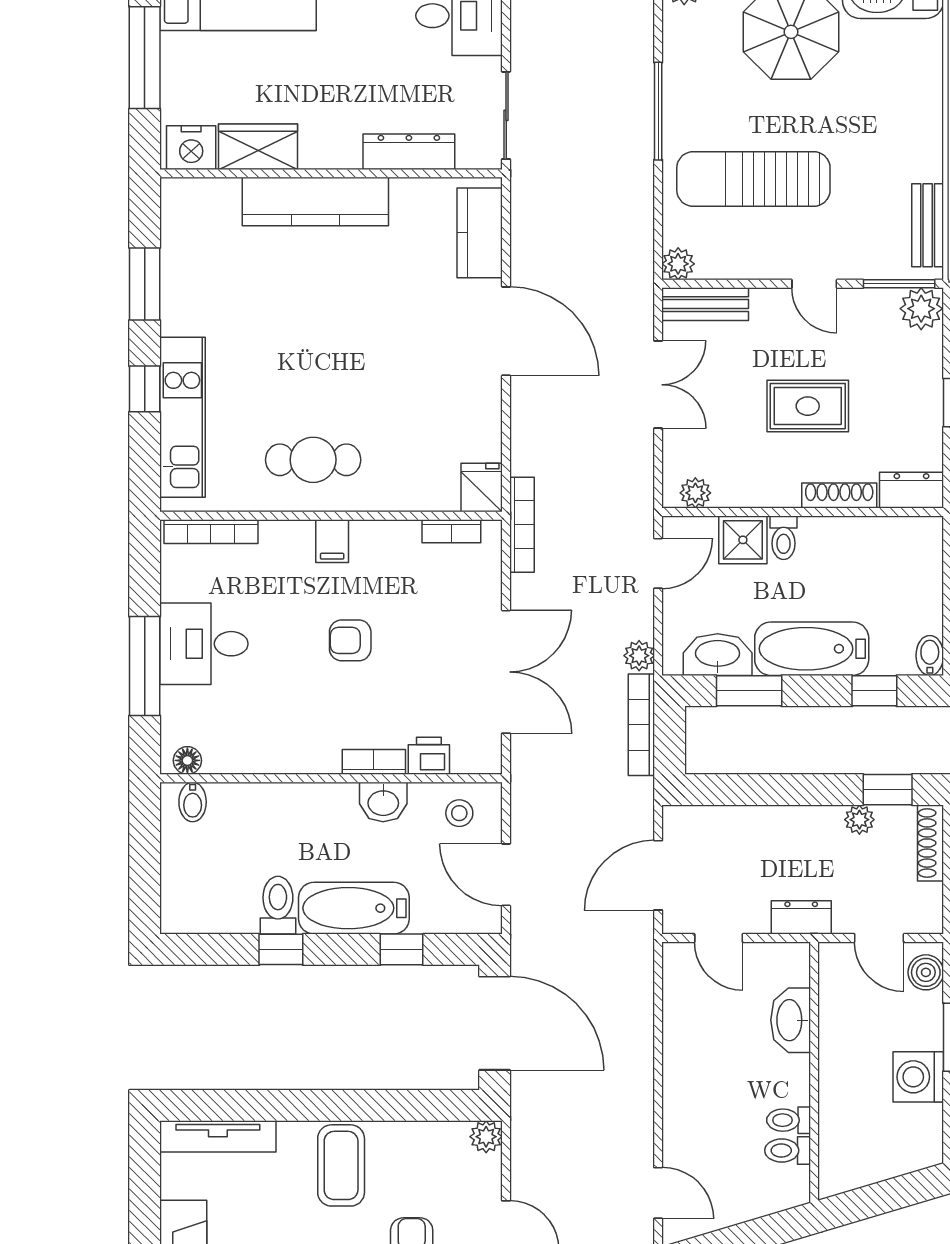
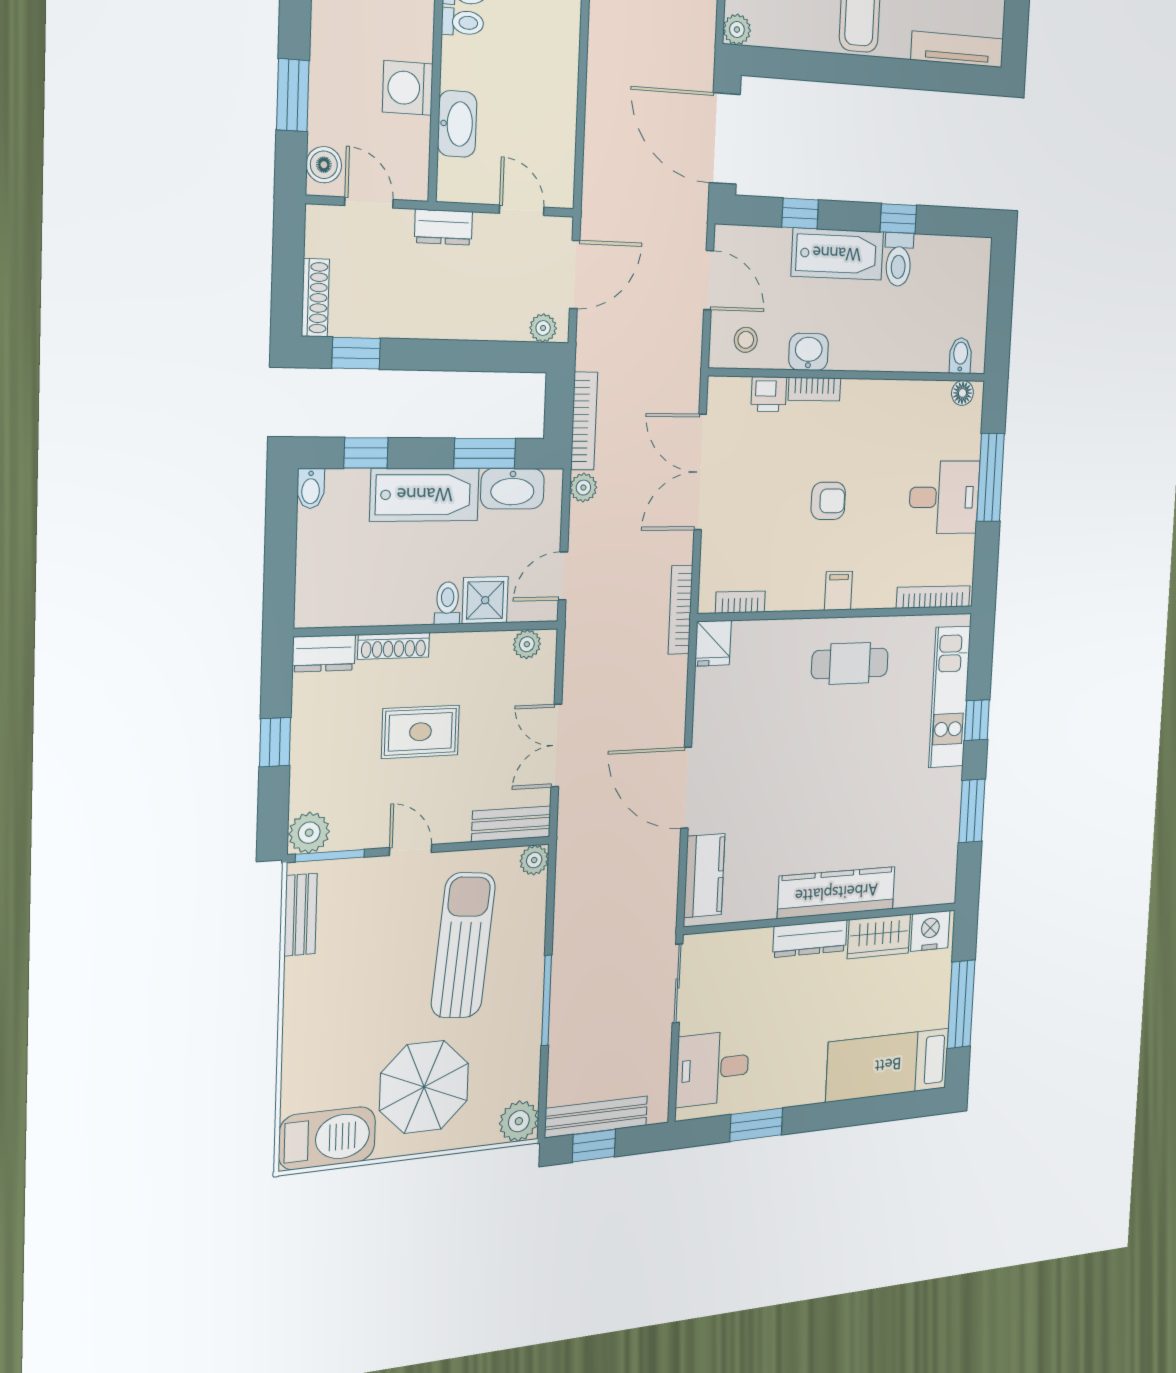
dresser: (409, 152) -> (810, 939), moved
sun lounger: (753, 179) -> (463, 945), turned -85
plant: (859, 820) -> (543, 328), moved
washing machine: (918, 1077) -> (408, 88), moved, turned 180

